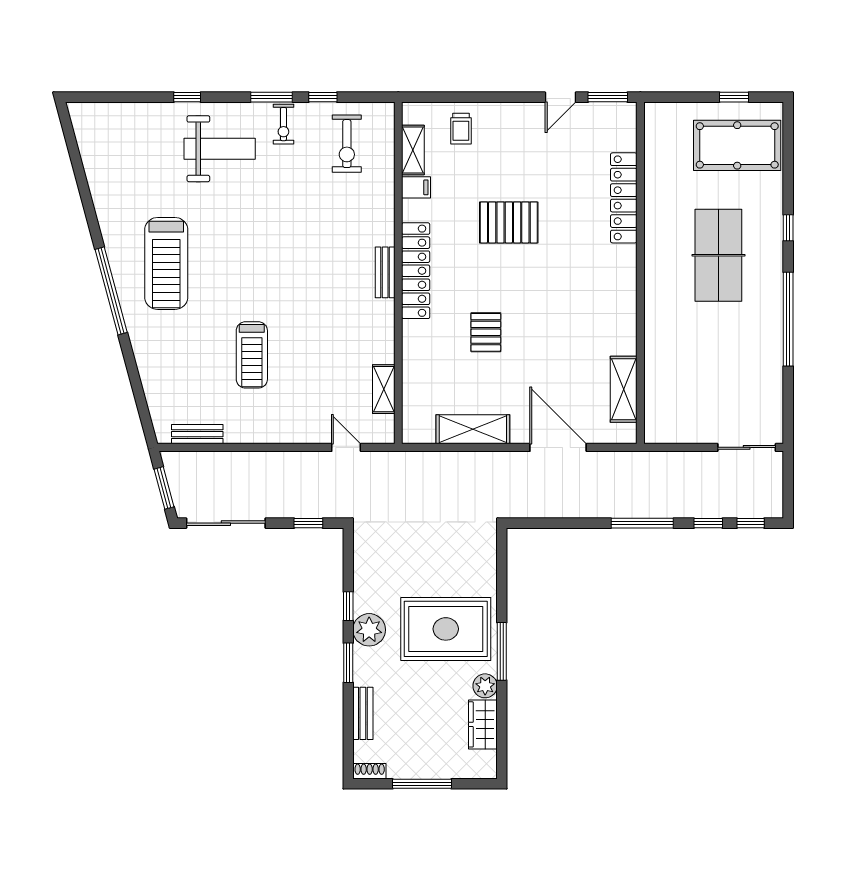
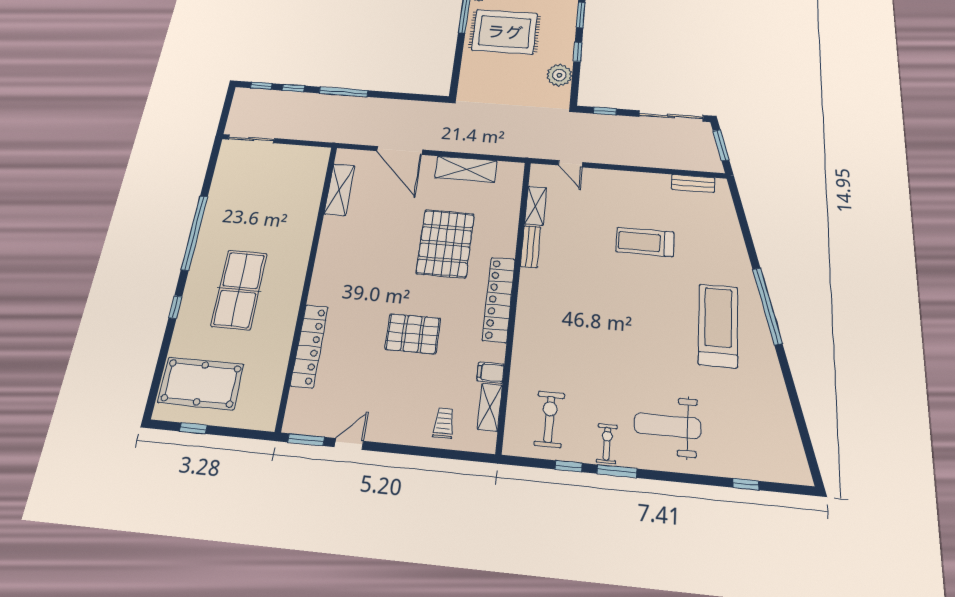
window: (187, 97) -> (746, 484), moved
bench: (385, 272) -> (531, 247), moved
pallet: (486, 332) -> (445, 243), width x2.05, depth x2.00
treadmill: (252, 355) -> (645, 242), turned -90
plant: (369, 630) -> (559, 75), moved

